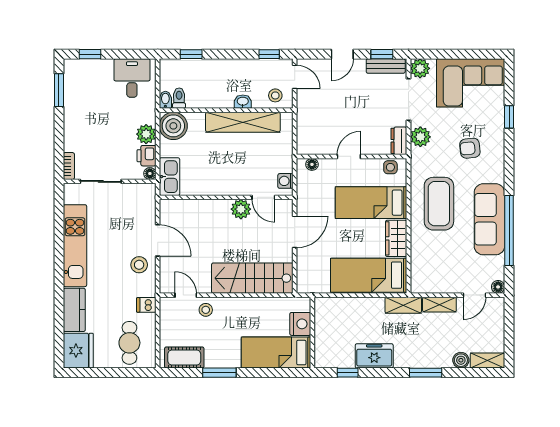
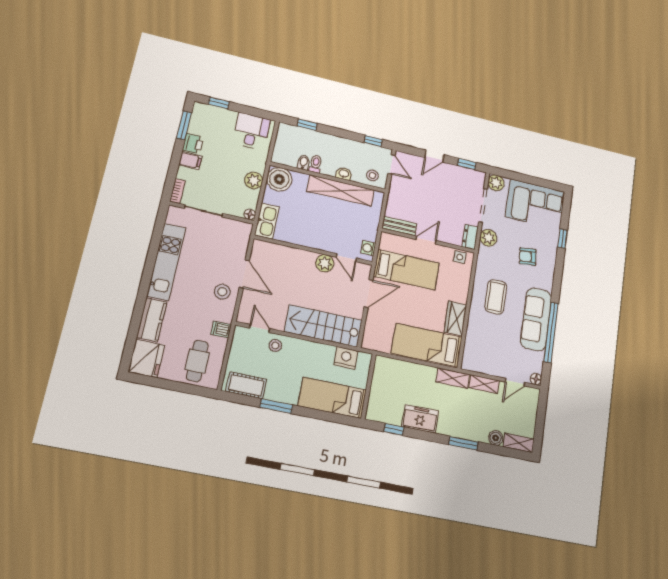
bench: (386, 66) -> (399, 226), moved
toilet: (179, 98) -> (316, 164), moved
bidet: (165, 100) -> (303, 162), moved
filing cabinet: (74, 128) -> (190, 161), added
printer: (147, 156) -> (193, 144), moved, turned 180
floor lamp: (312, 164) -> (394, 239), removed
bed: (371, 203) -> (406, 270), moved, turned 180
coffee table: (439, 204) -> (496, 297), width x0.73, depth x0.76
nightstand: (300, 324) -> (346, 358), moved, turned -90

